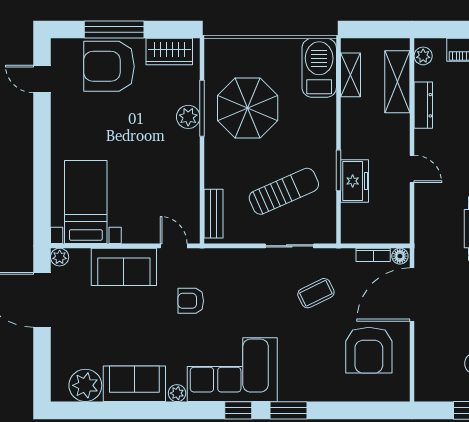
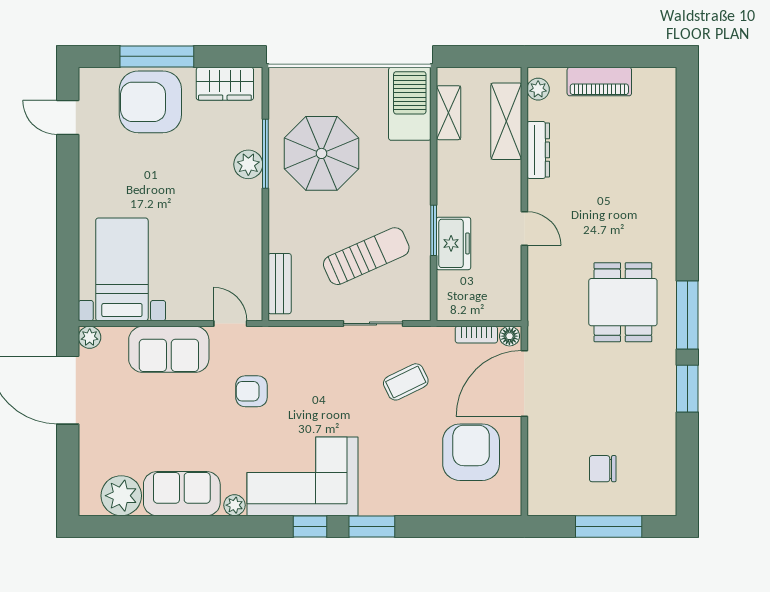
armchair: (369, 350) -> (471, 452), turned 180

